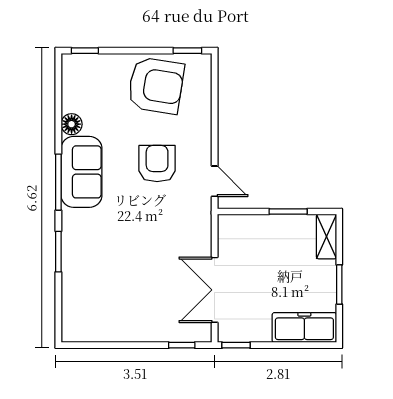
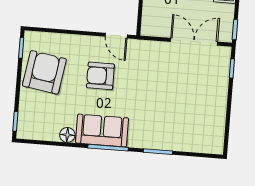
door: (215, 181) -> (116, 36), swing flipped
double door: (215, 290) -> (194, 42), swing flipped

